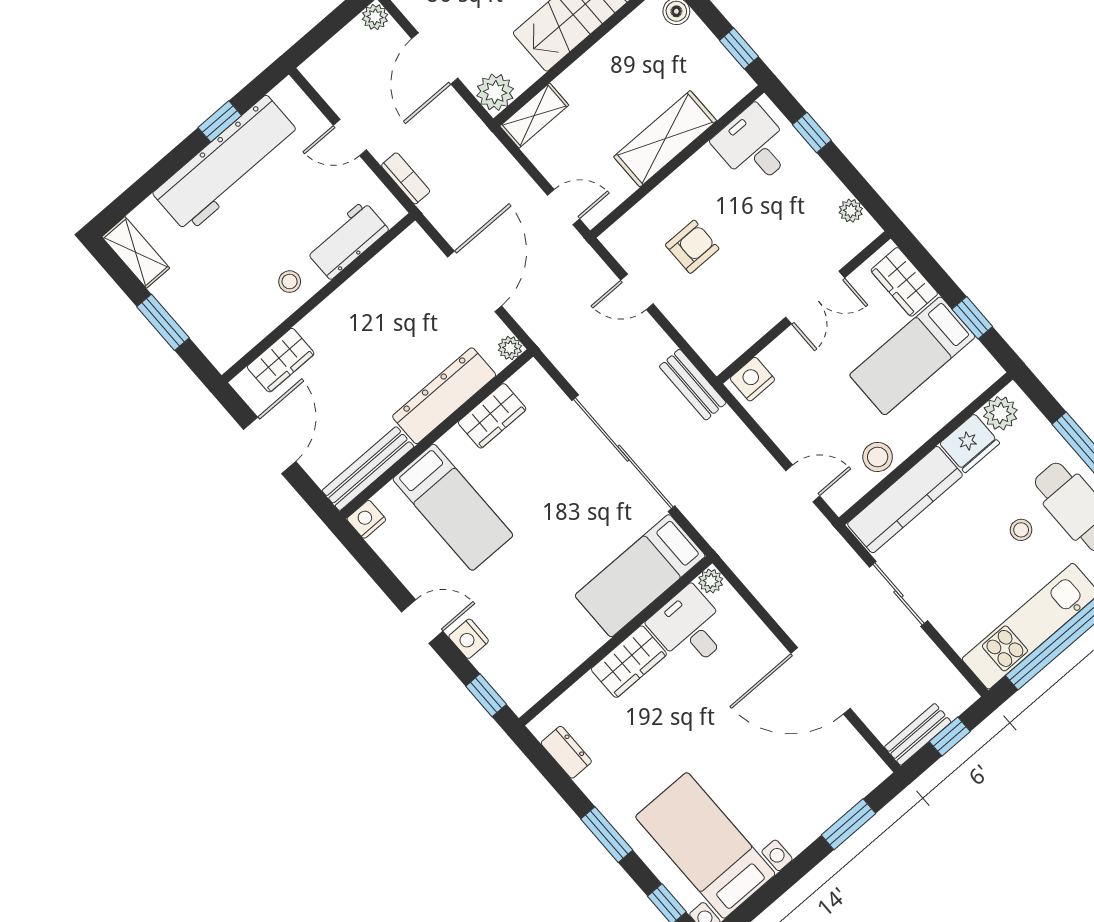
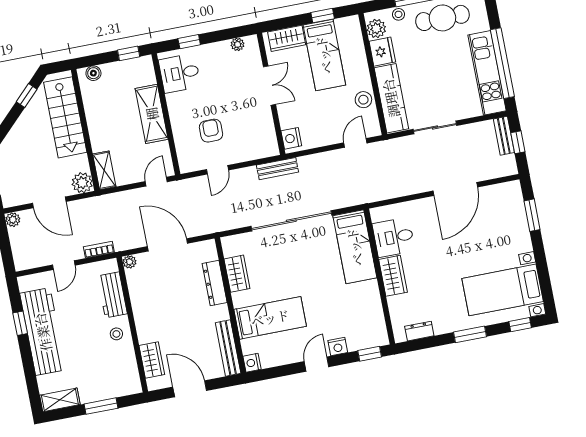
plant: (510, 348) -> (130, 262), moved
dresser: (444, 396) -> (215, 283), width x0.73, depth x0.80
stool: (1021, 530) -> (398, 14), moved
plant: (711, 581) -> (377, 214), removed
bench: (918, 734) -> (504, 136), moved

